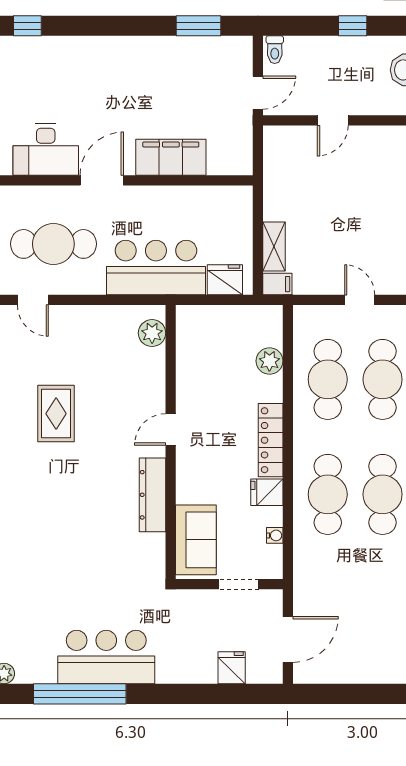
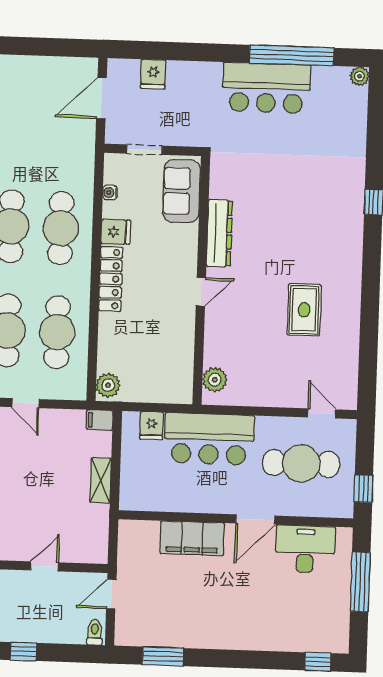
shelving: (274, 247) -> (101, 480), moved
fridge: (225, 280) -> (151, 426), width x0.72
plant: (269, 361) -> (108, 385), moved

